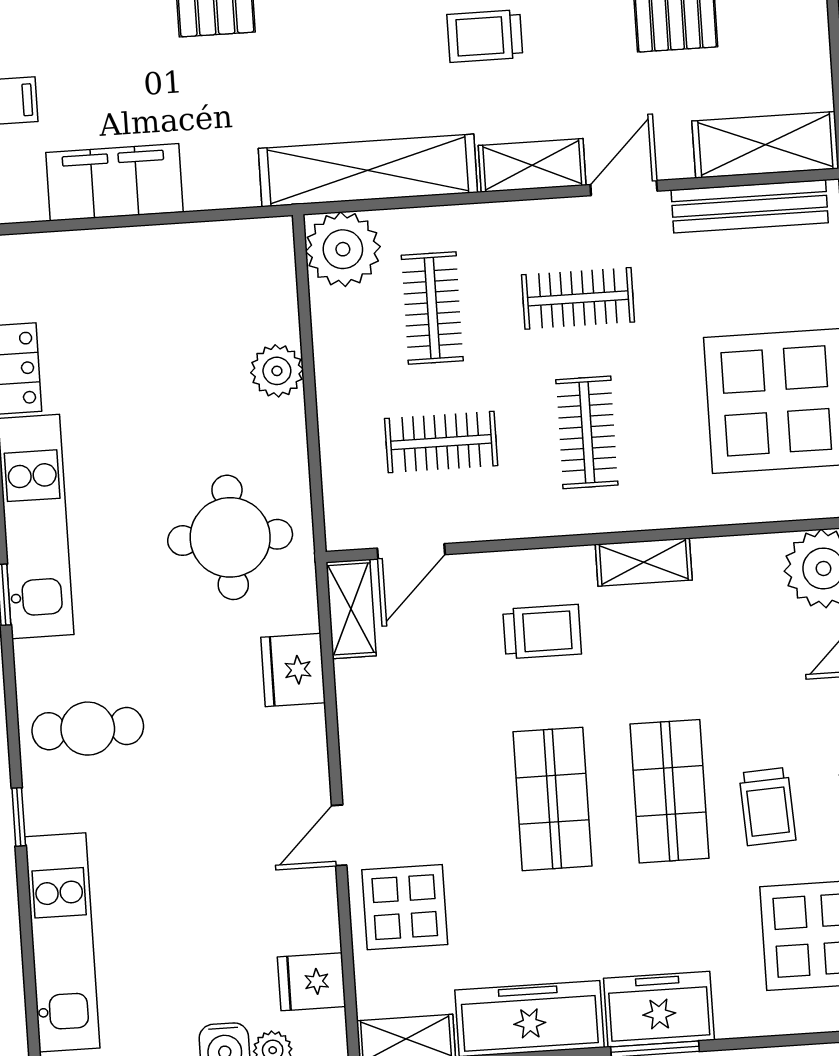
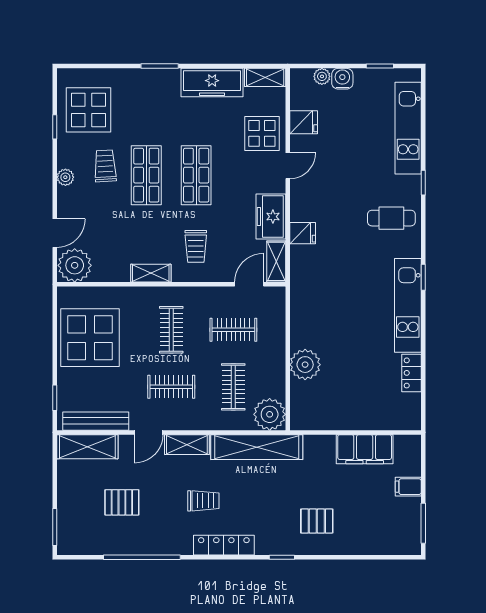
plant: (277, 371) -> (305, 365), width x1.36, depth x1.36
round table: (230, 537) -> (326, 295), removed
trolley: (542, 632) -> (196, 246), turned -90
fridge: (293, 670) -> (303, 233), width x0.72
fridge: (312, 982) -> (304, 122), moved
freezer: (659, 1009) -> (271, 217), moved, turned 90

